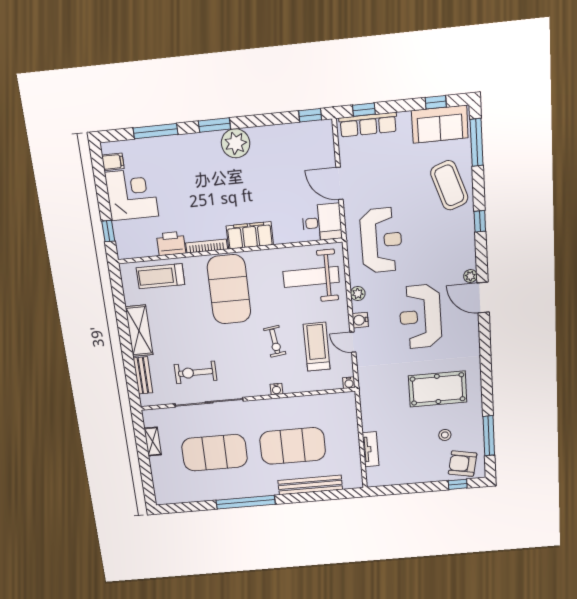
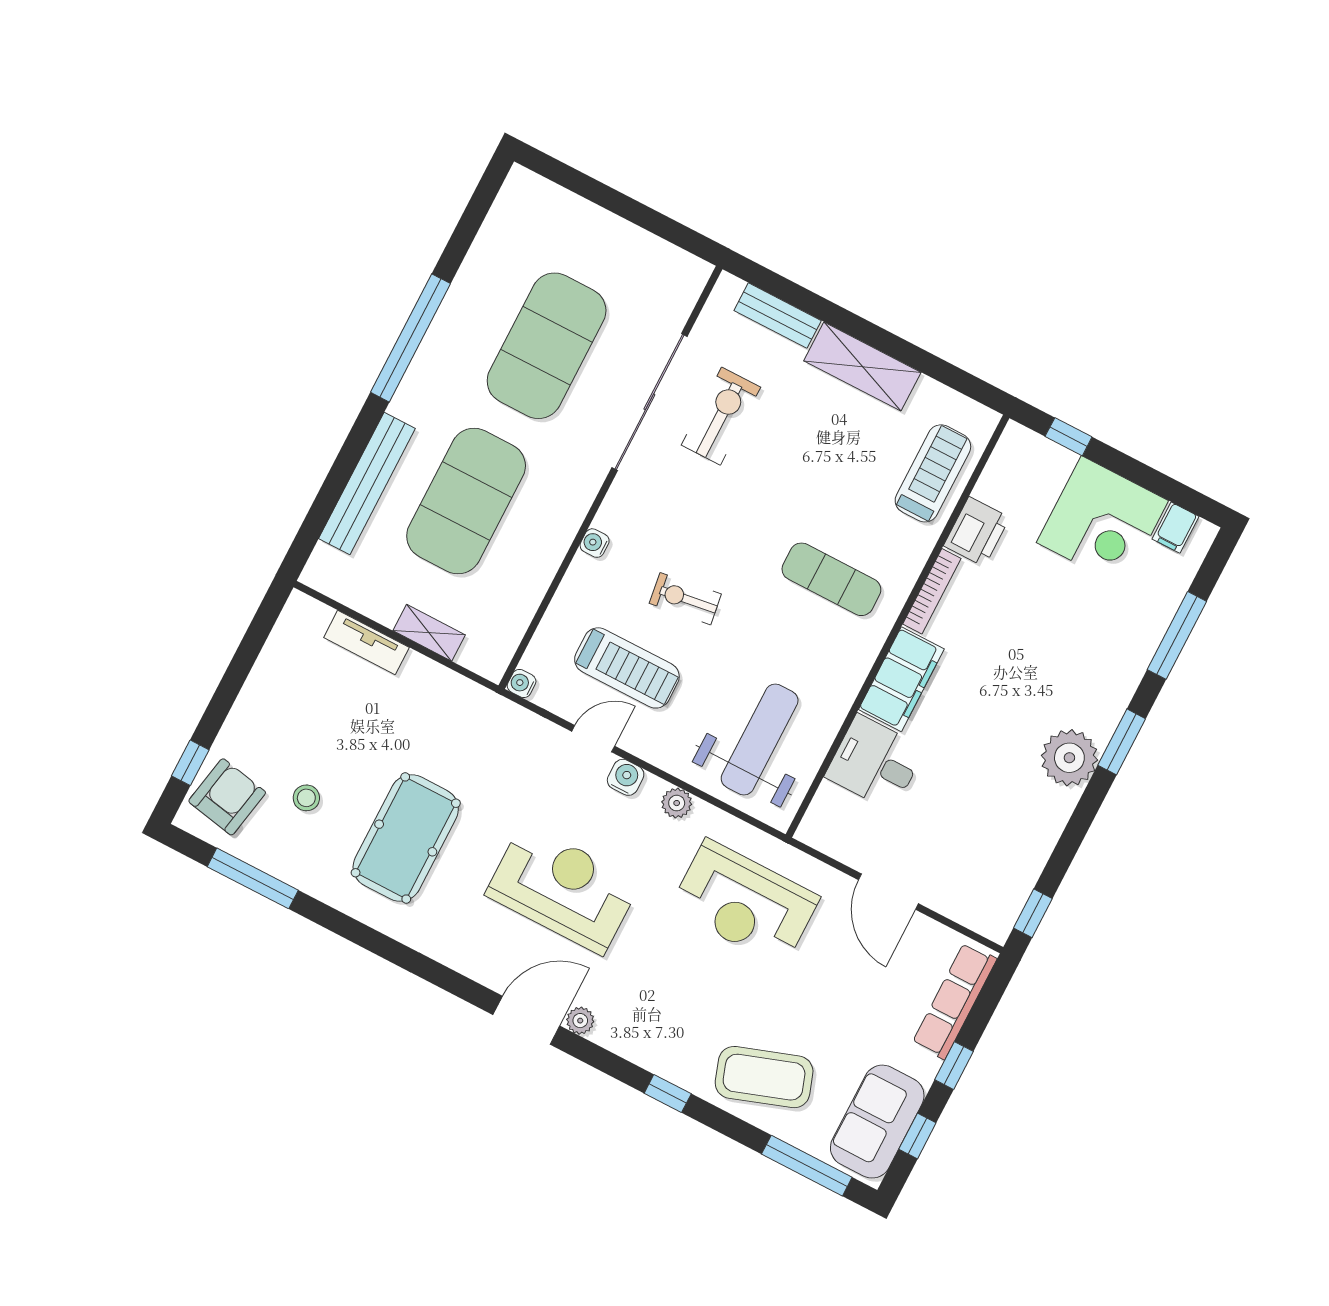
window: (364, 110) -> (954, 1066), moved
door: (340, 184) -> (889, 892), swing flipped
desk: (322, 222) -> (875, 763), moved, turned 90
exercise mat: (229, 289) -> (831, 579), width x0.50, depth x0.69
shelving: (153, 442) -> (429, 633), moved

